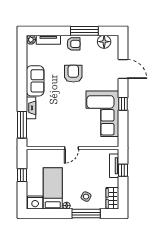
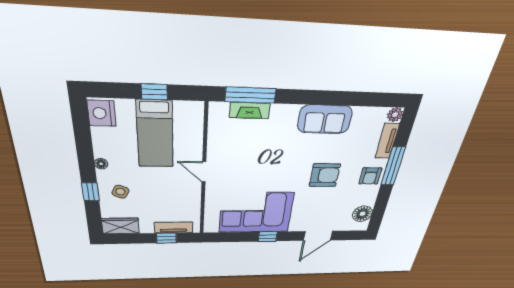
window: (84, 31) -> (393, 166), moved
fireplace: (31, 108) -> (250, 110), moved
bed: (53, 188) -> (155, 134), moved, turned 90
window: (86, 214) -> (90, 192), width x0.46

